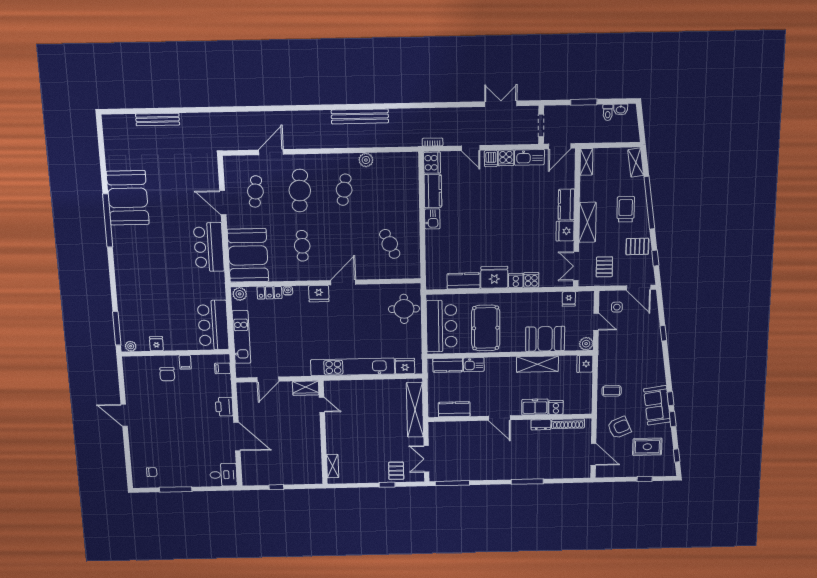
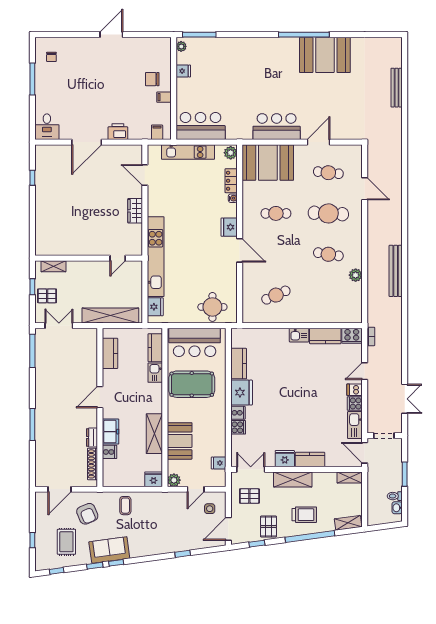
door: (322, 405) -> (118, 258), moved
wall: (323, 433) -> (89, 258), moved
shelving: (333, 466) -> (53, 266), moved

